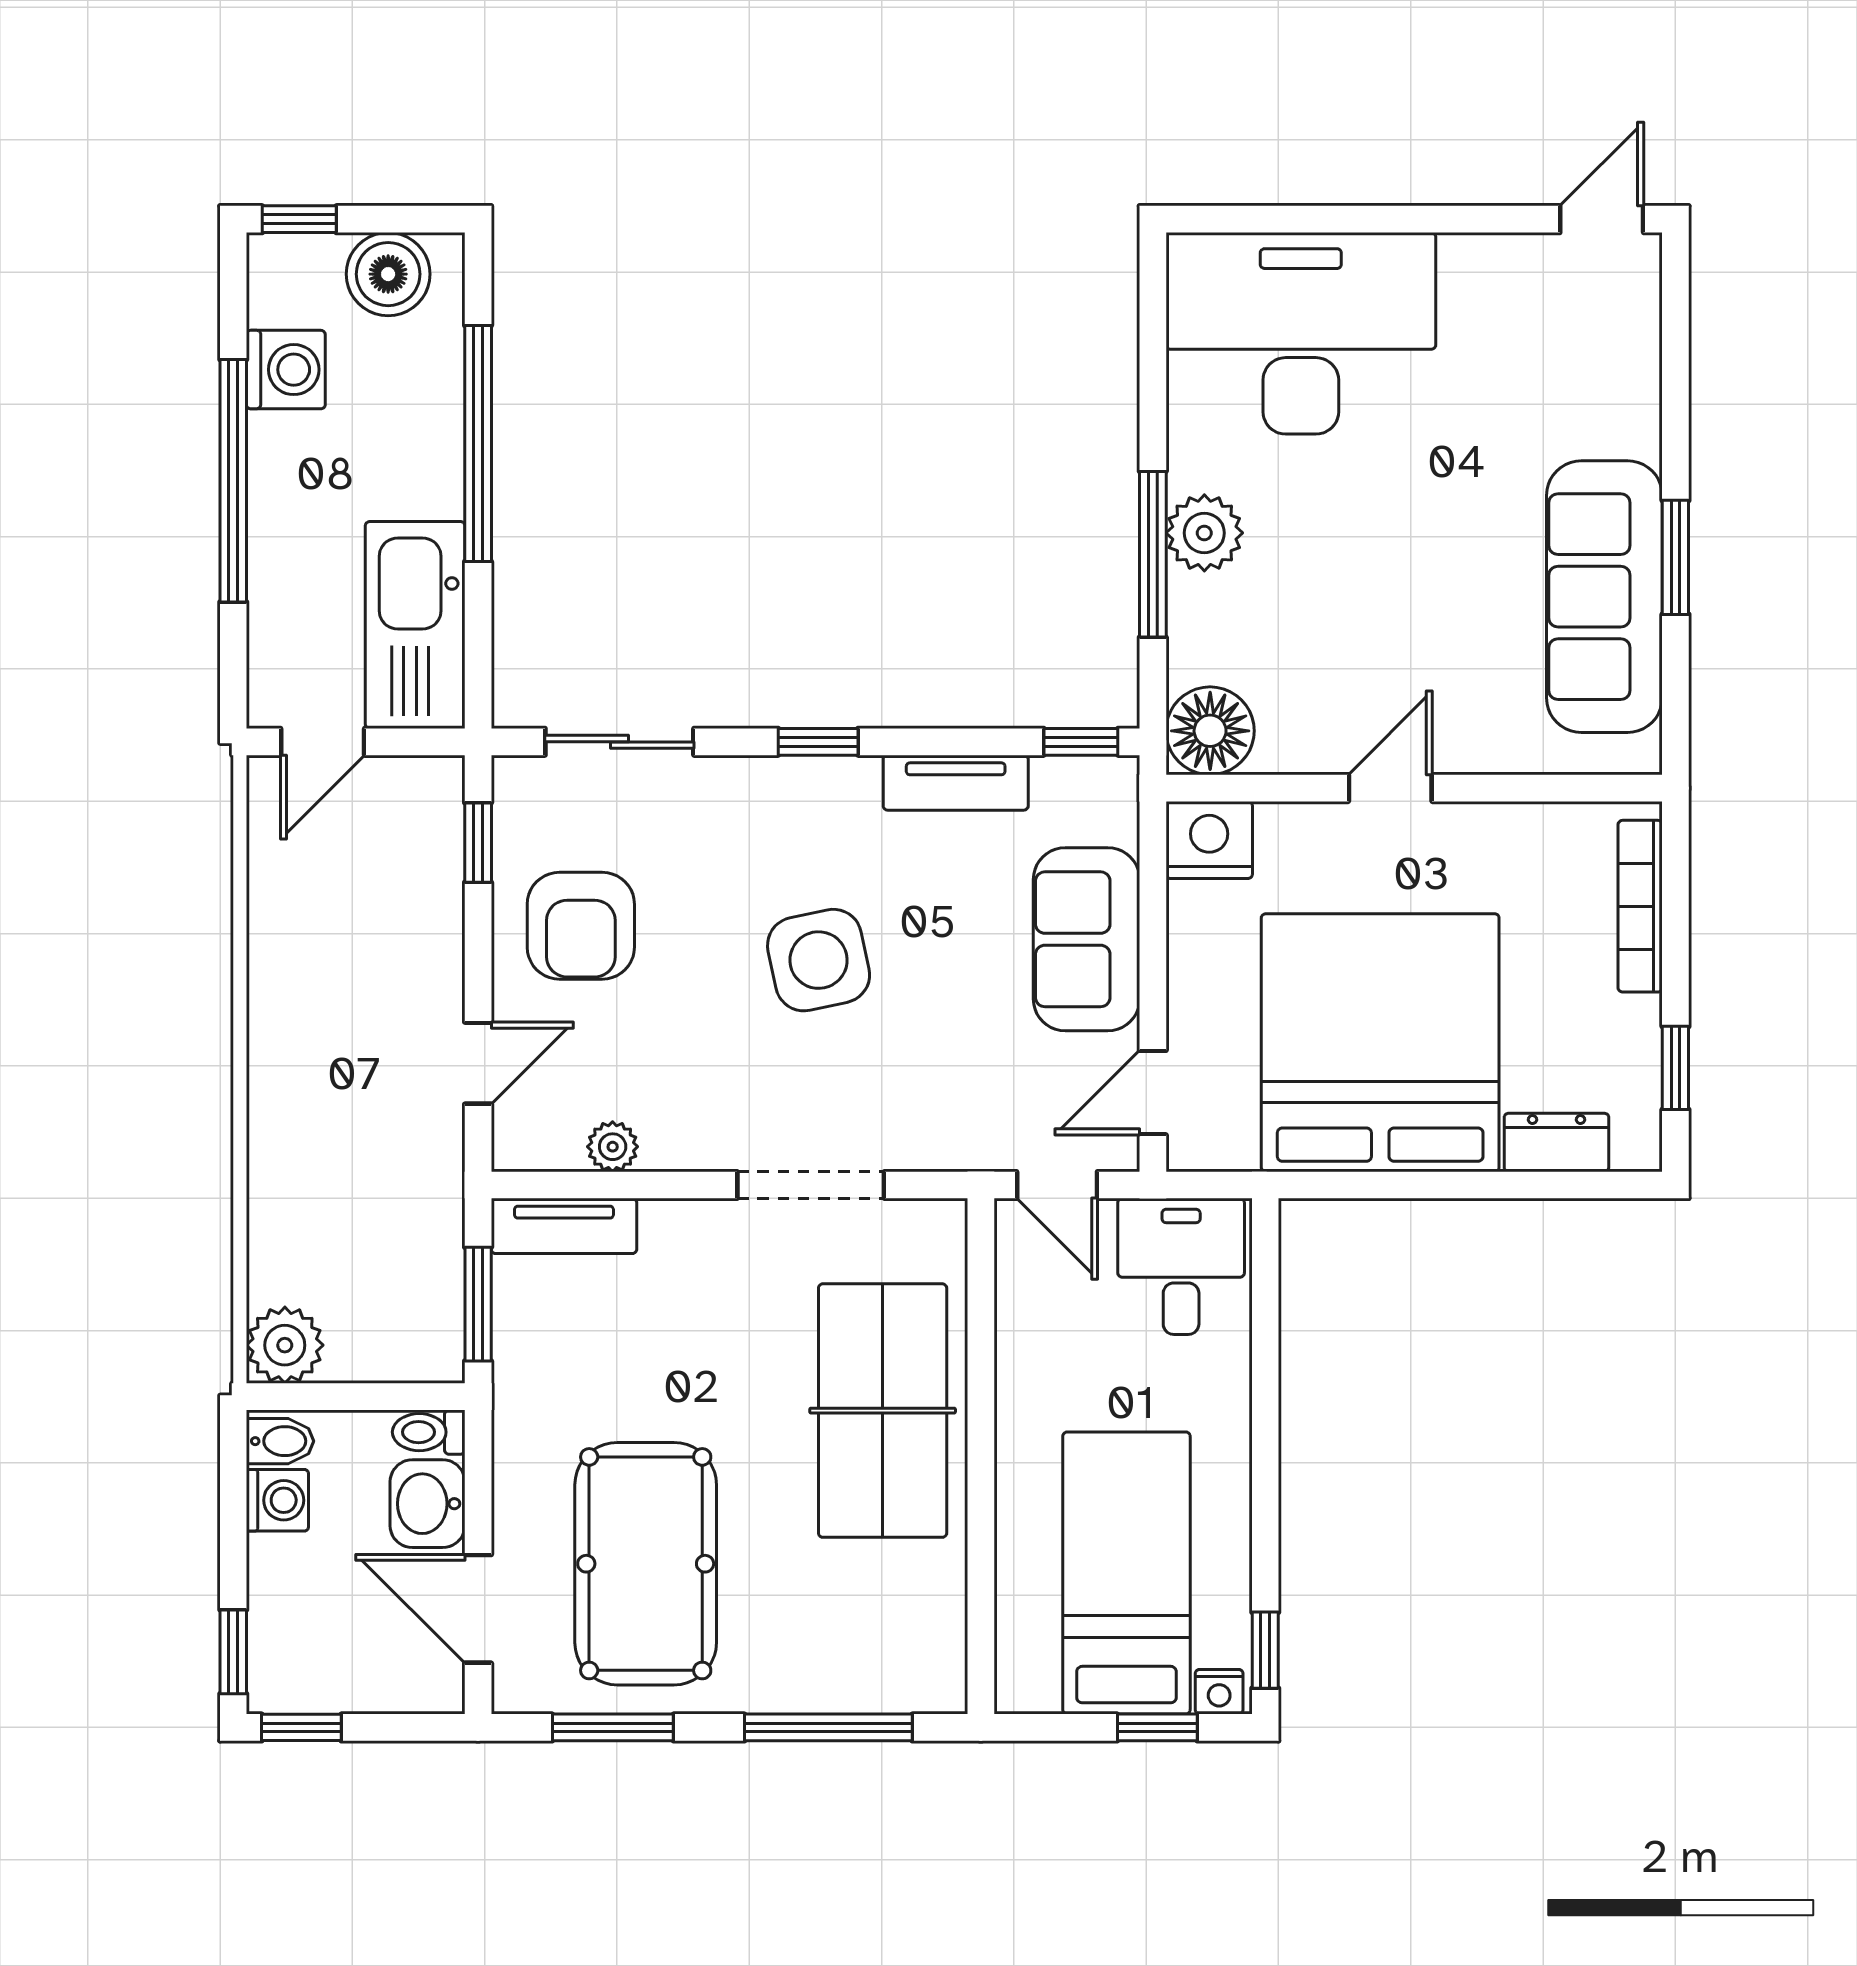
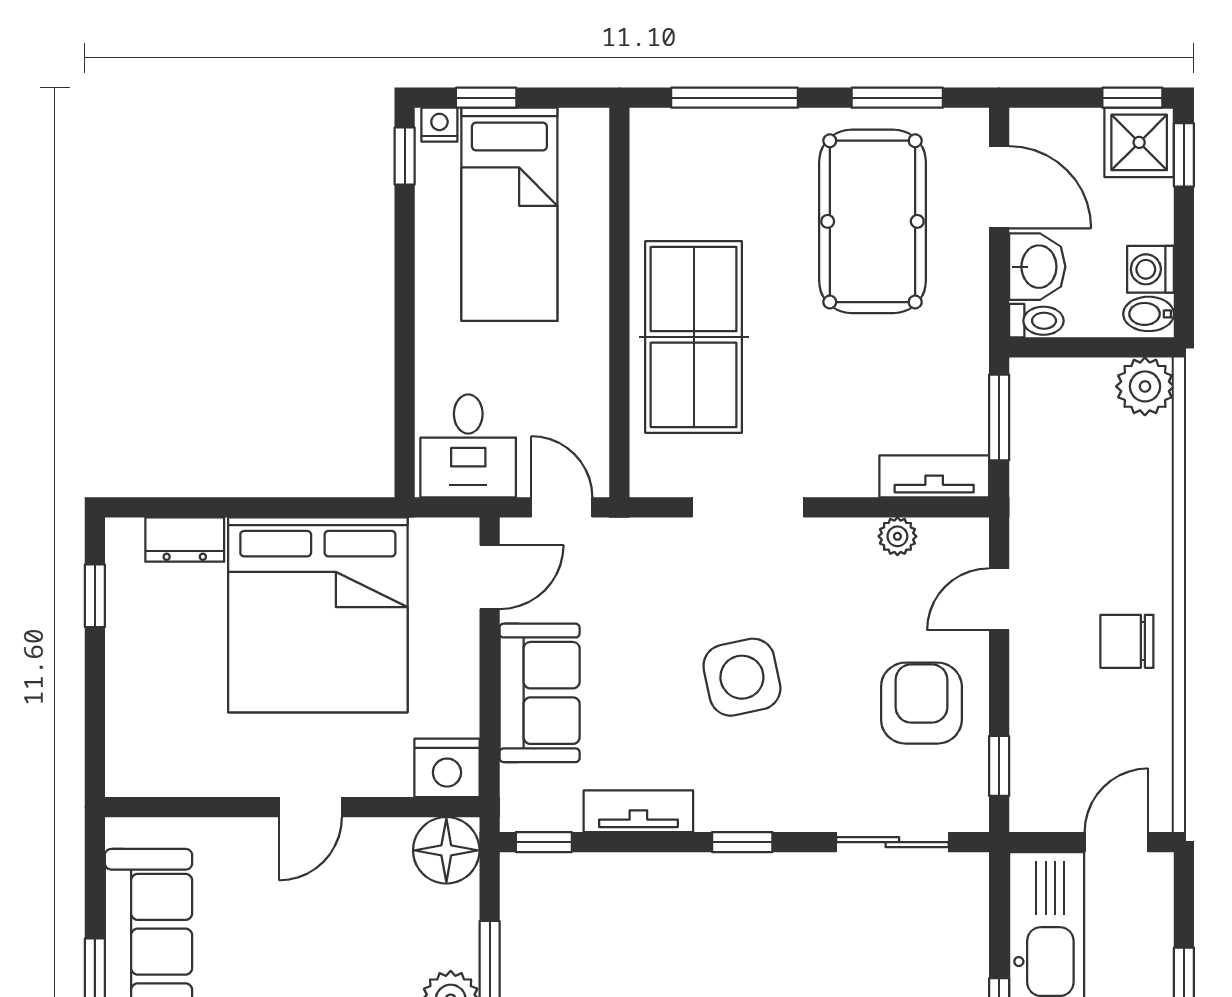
bookcase: (1640, 906) -> (122, 718), removed
chair: (309, 1008) -> (1127, 641), added
shower: (292, 1668) -> (1139, 142), added

